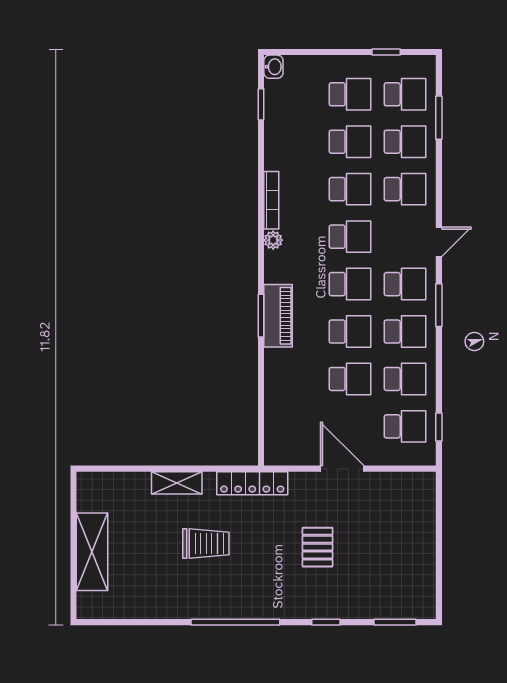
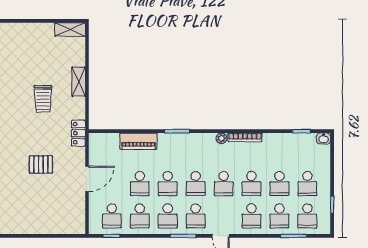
piano: (278, 316) -> (138, 141), moved
locker: (252, 483) -> (78, 133), width x0.66
shelving: (92, 552) -> (70, 29), moved, width x0.67, depth x0.75

